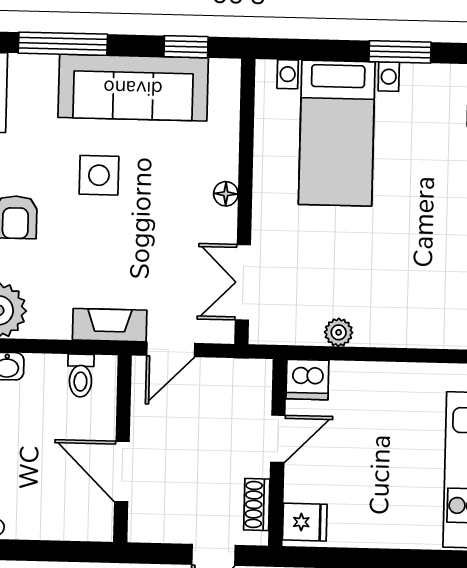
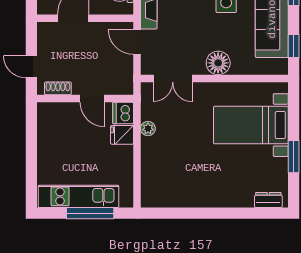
floor lamp: (226, 194) -> (218, 63), width x1.89, depth x1.89
double door: (243, 282) -> (173, 78), swing flipped
fridge: (305, 522) -> (122, 135), moved, turned 90

